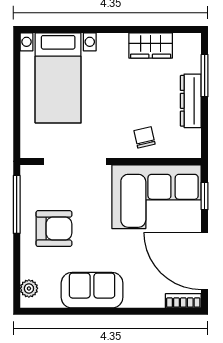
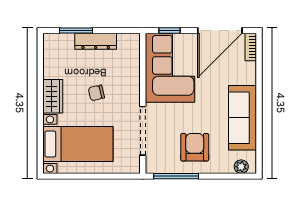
wardrobe: (151, 45) -> (53, 96), moved
chair: (145, 137) -> (96, 93), moved
sofa: (92, 290) -> (243, 118), width x1.36

